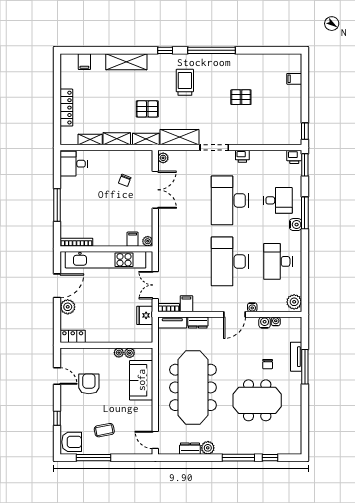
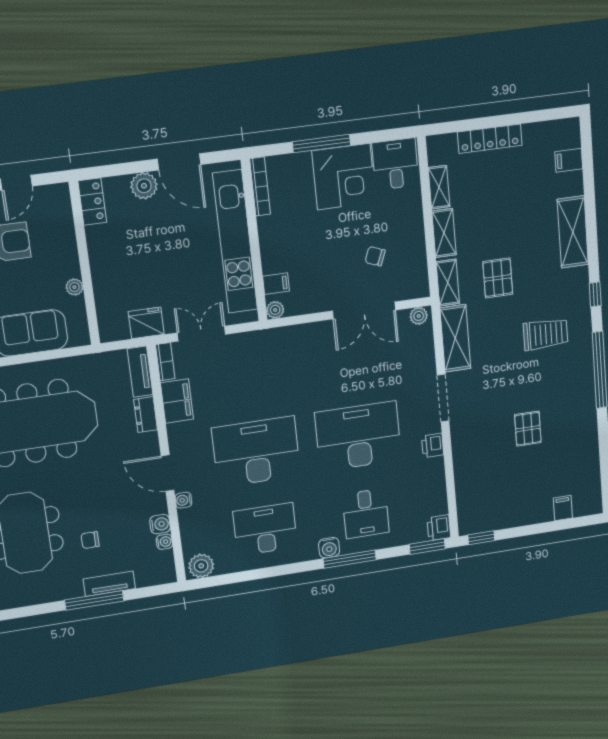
corner desk: (77, 194) -> (344, 177), added
filing cabinet: (186, 304) -> (177, 401), width x2.00
plant: (130, 353) -> (77, 306), removed

